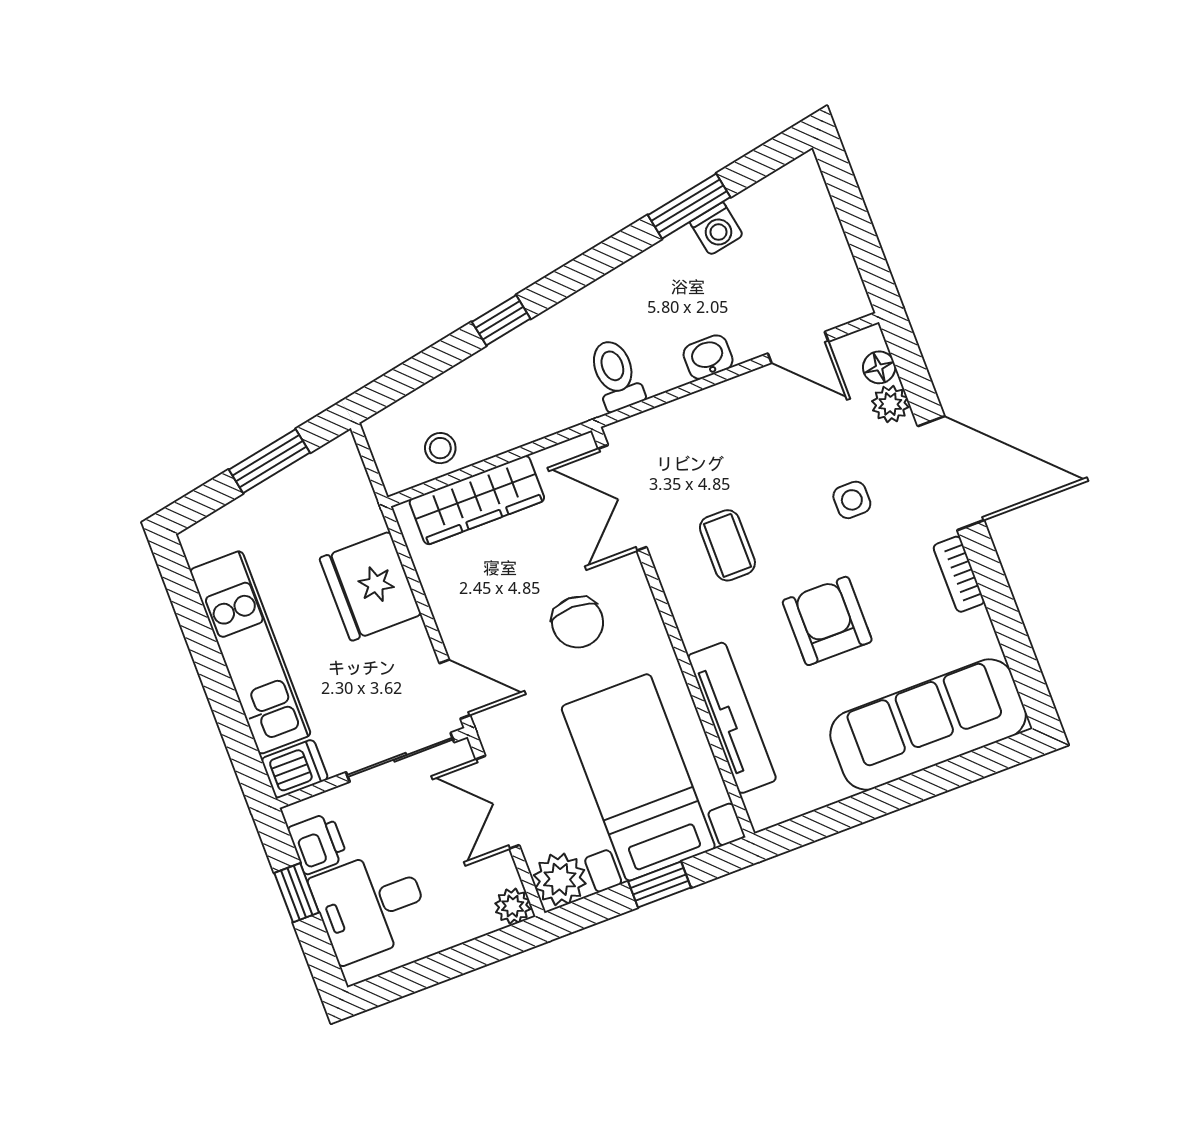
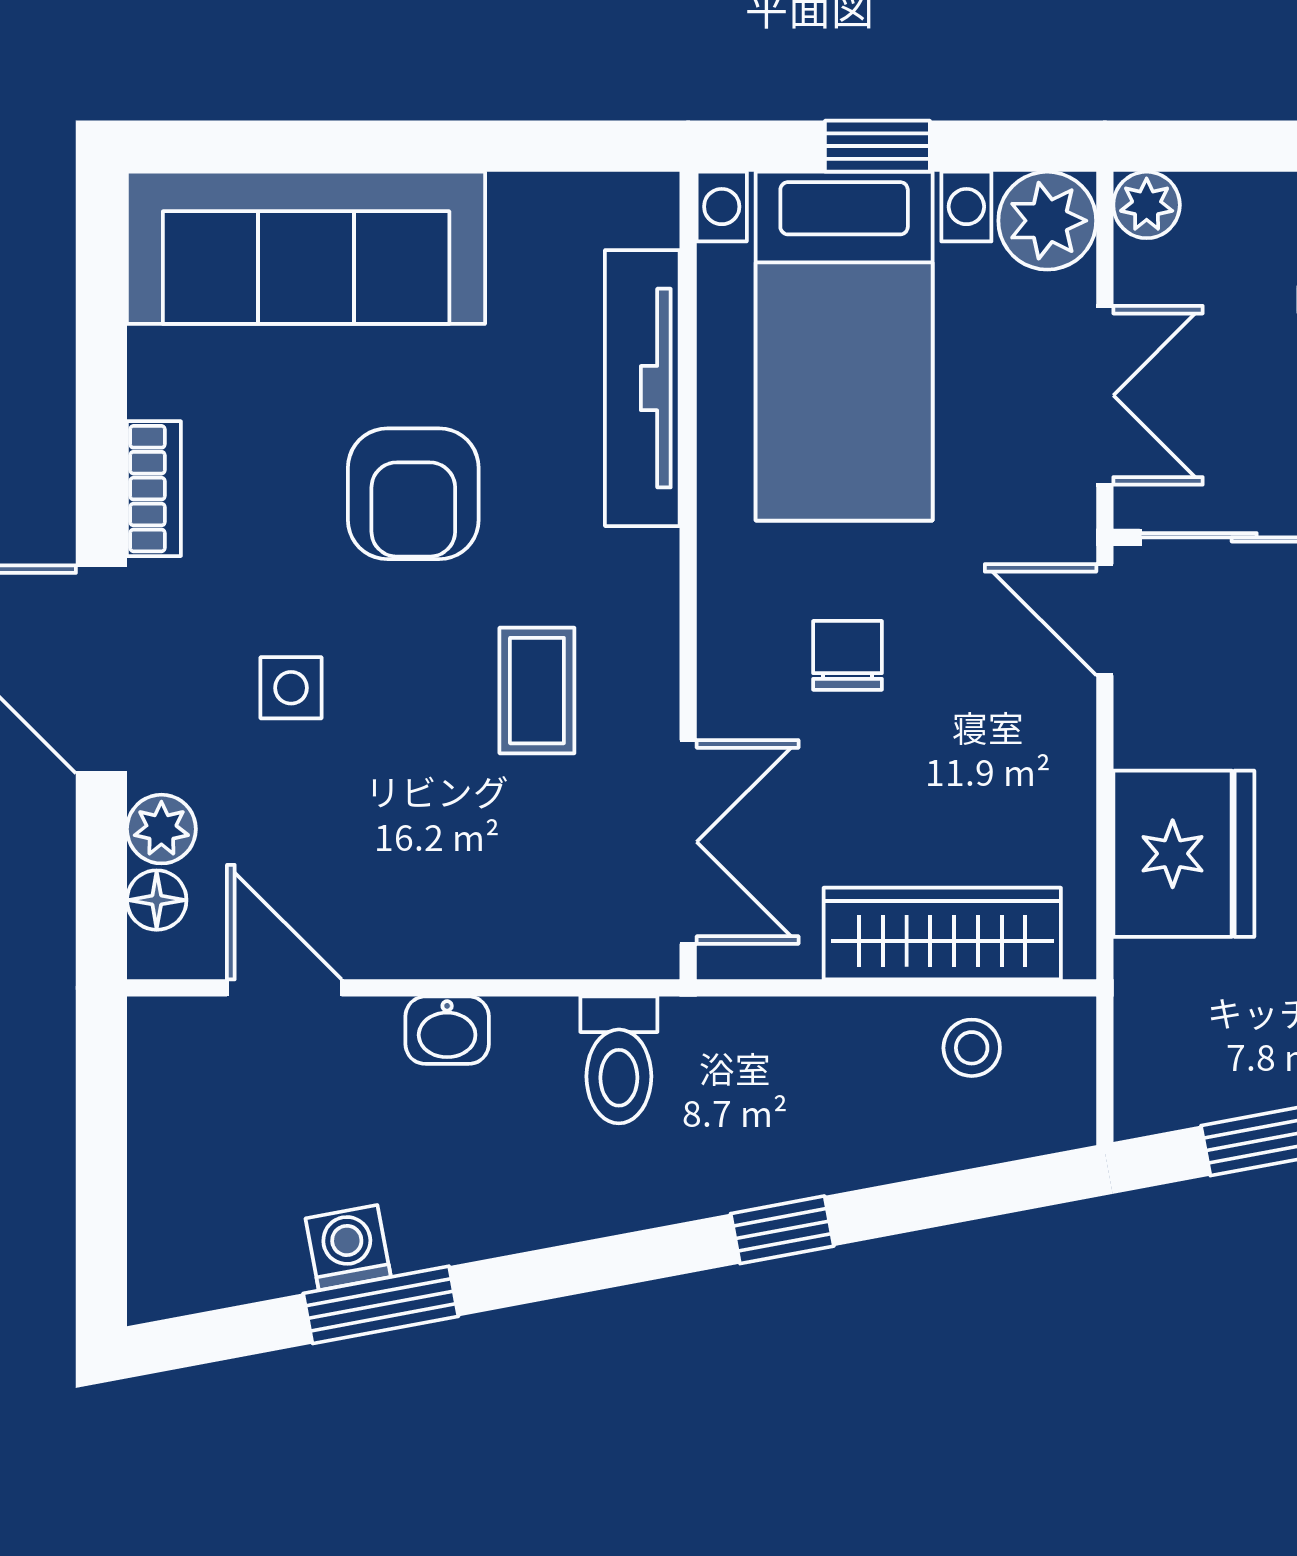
chair: (578, 622) -> (848, 655), width x0.73, depth x0.73

